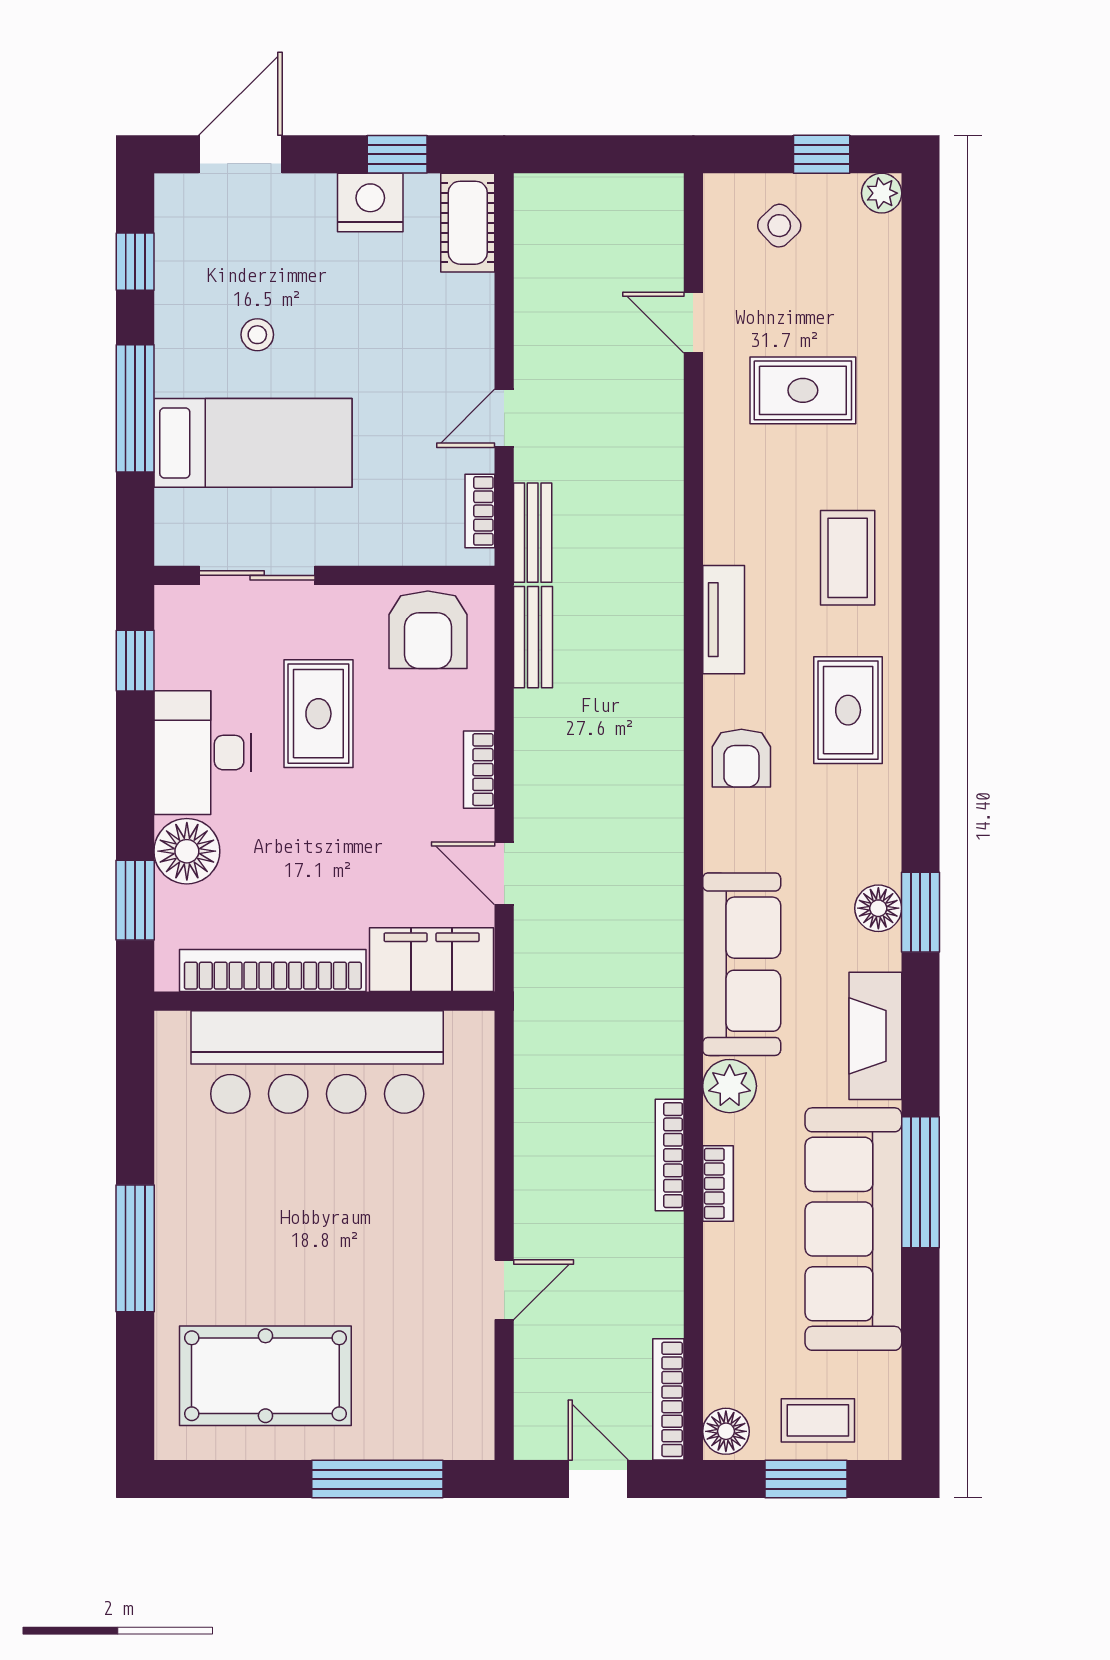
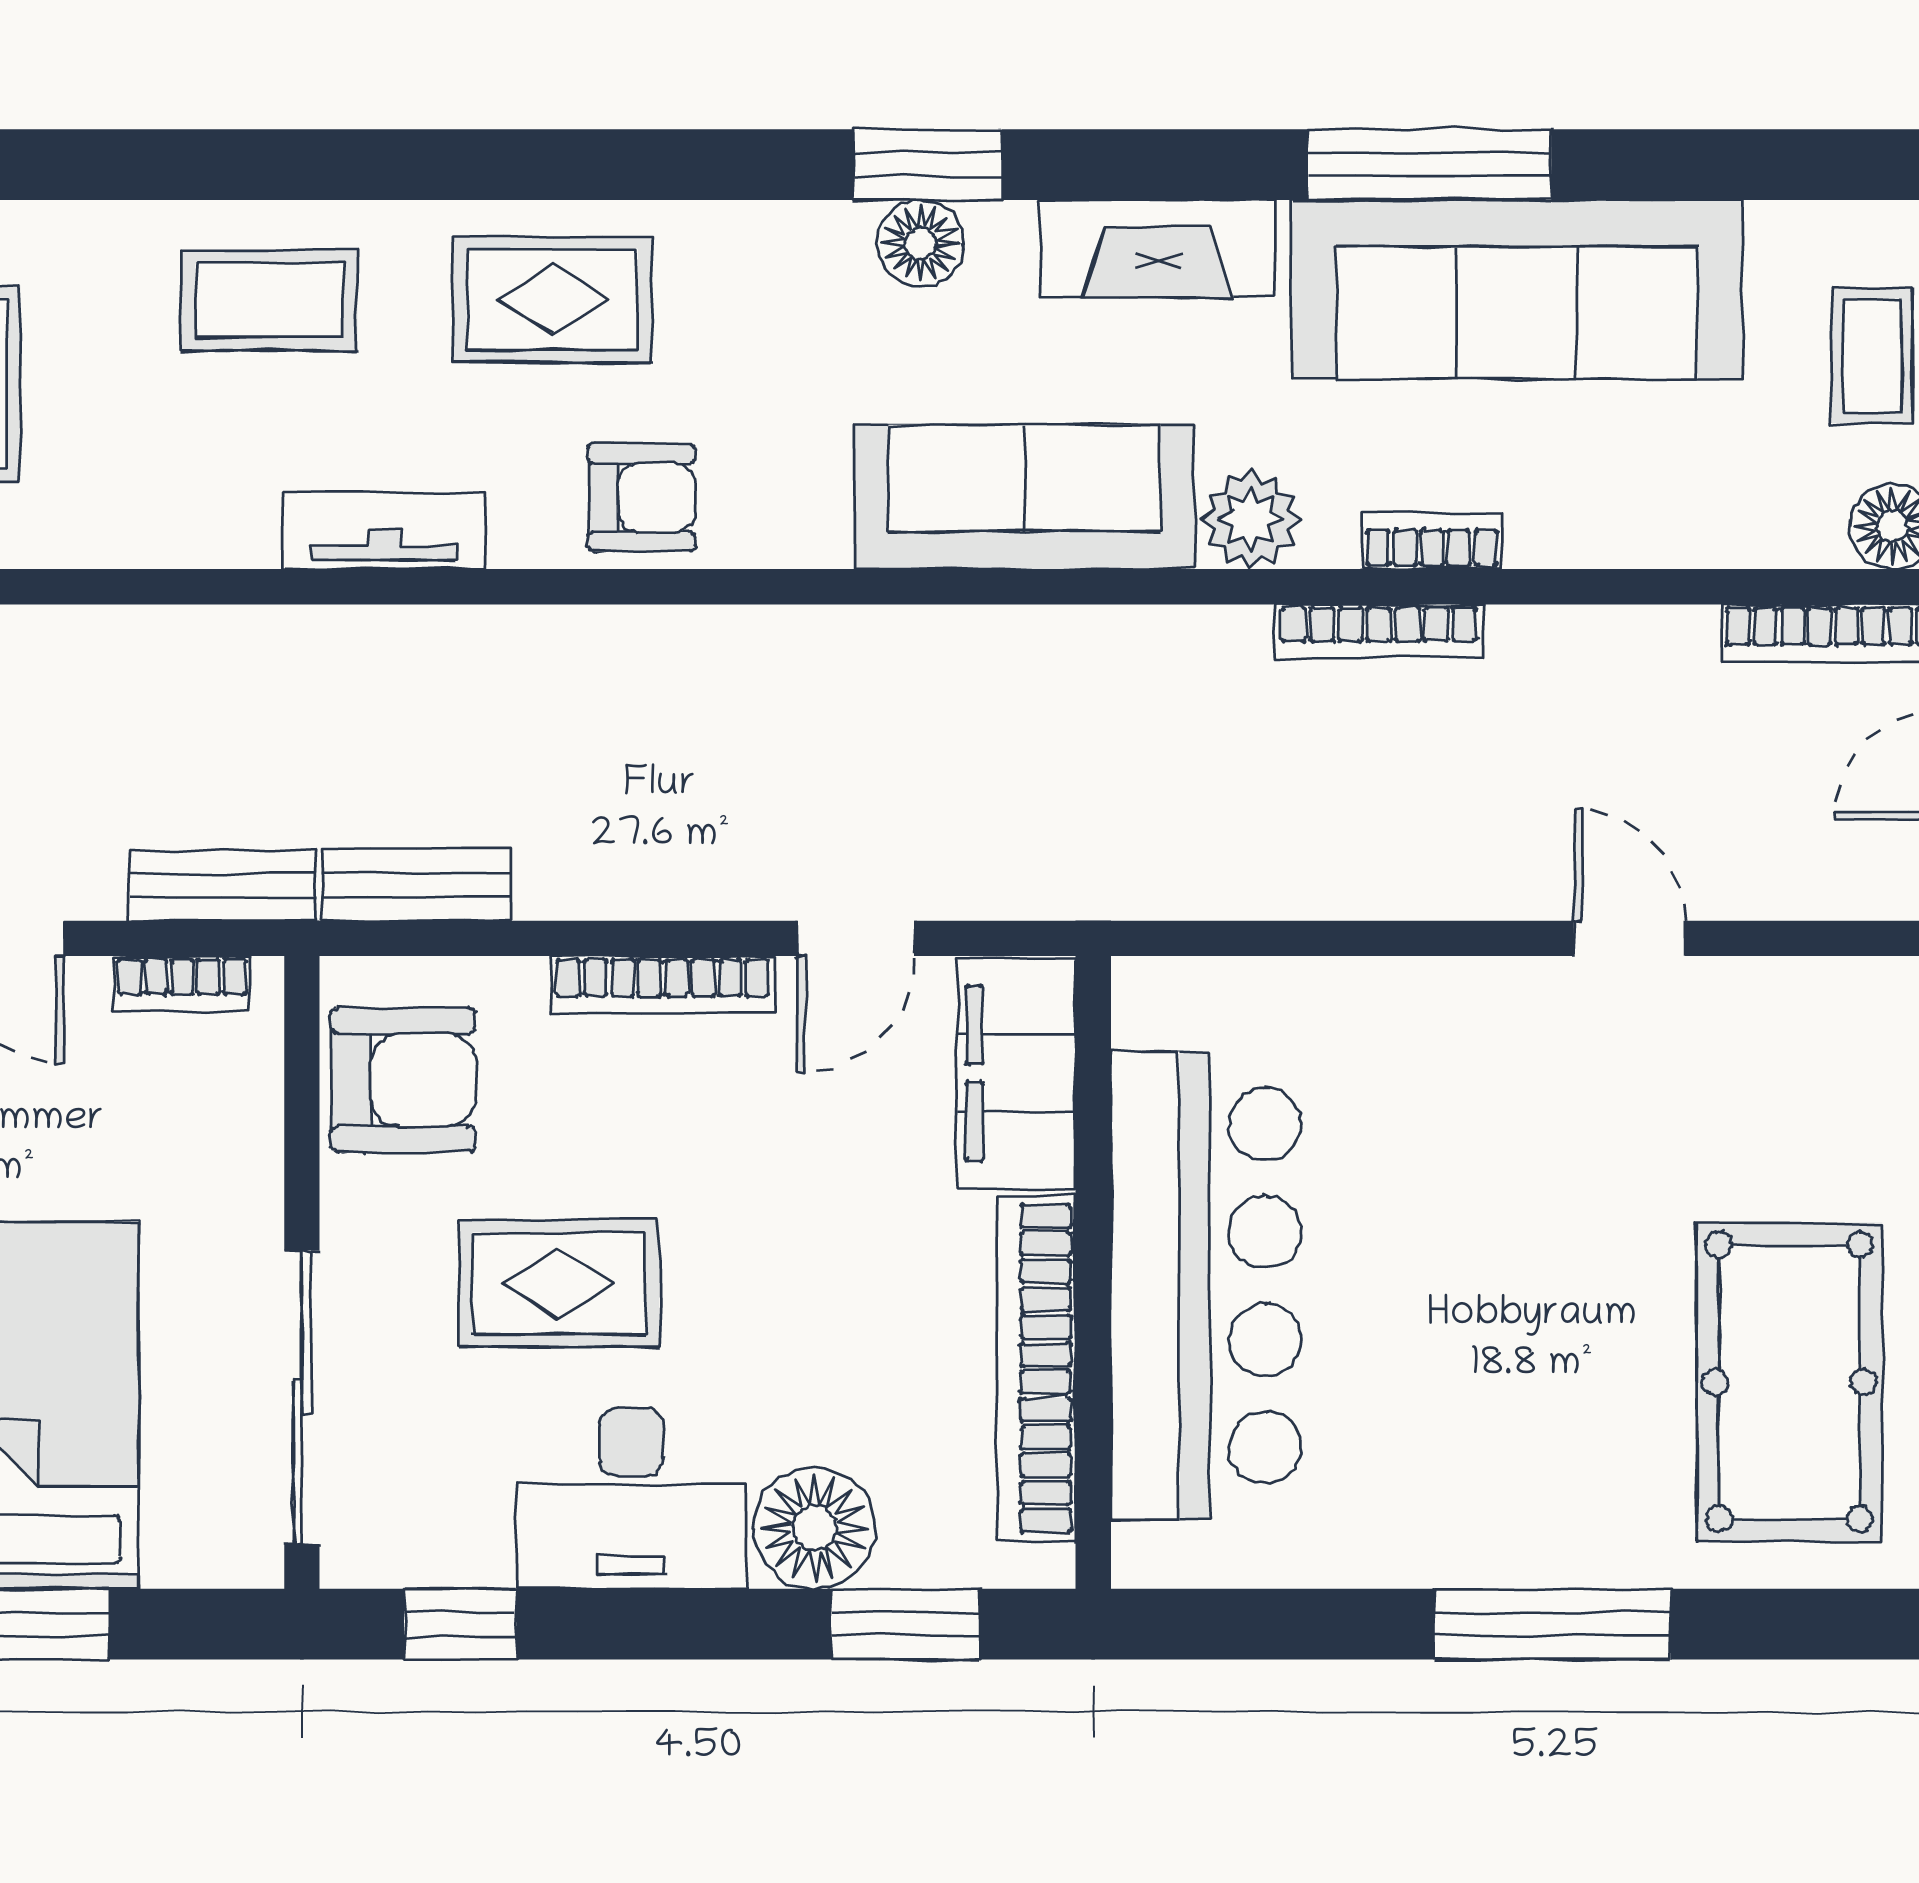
sliding door: (257, 575) -> (302, 1397), width x1.37
bookcase: (479, 770) -> (663, 985), width x1.56

